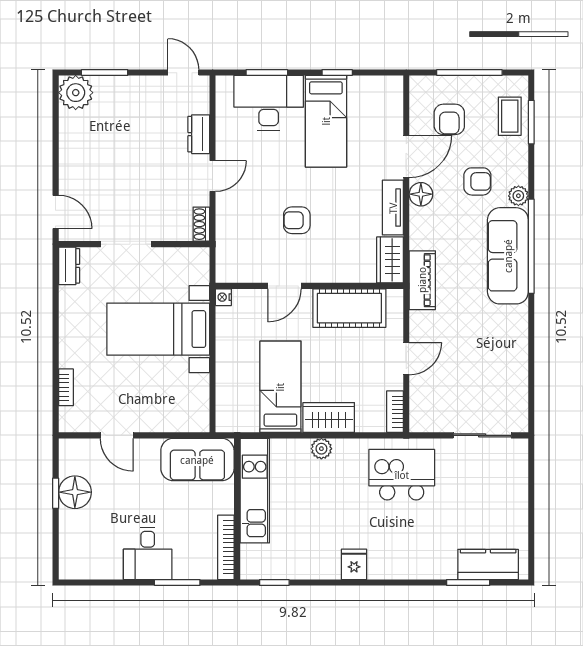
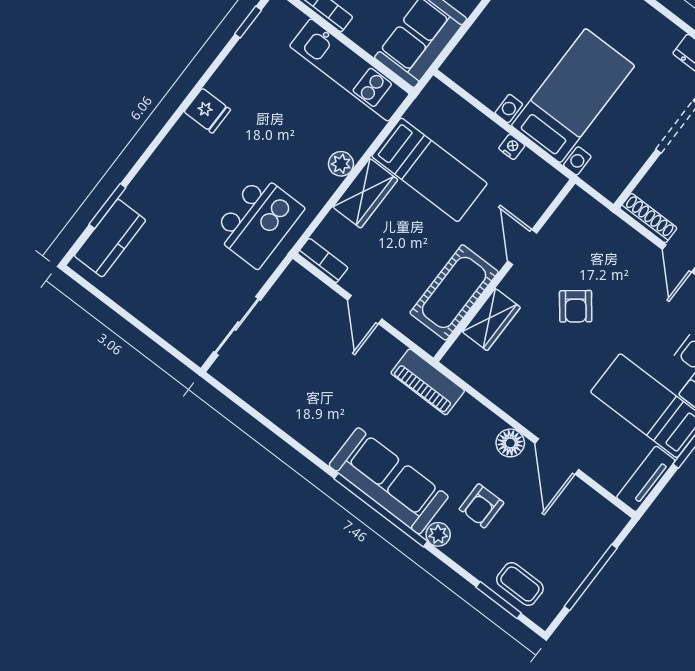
armchair: (449, 119) -> (561, 524), removed
tv unit: (393, 208) -> (646, 479), moved, turned -90
armchair: (297, 220) -> (576, 306), turned 142
shoe rack: (201, 224) -> (648, 218), width x1.43
wardrobe: (390, 260) -> (491, 320), moved, turned 90
nightstand: (223, 297) -> (512, 147), moved

